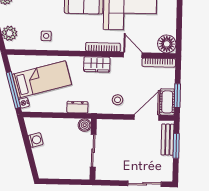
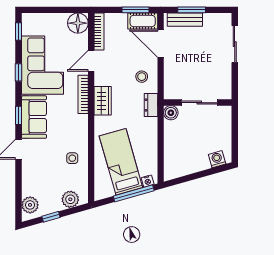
dresser: (77, 107) -> (151, 105), moved
washing machine: (36, 140) -> (217, 159), moved

